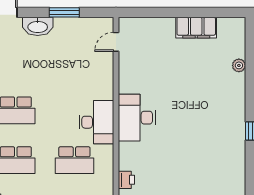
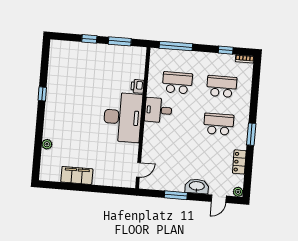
desk: (137, 118) -> (123, 117), width x1.36, depth x1.30
desk: (96, 122) -> (158, 110), width x0.73
printer: (126, 180) -> (137, 86), moved

